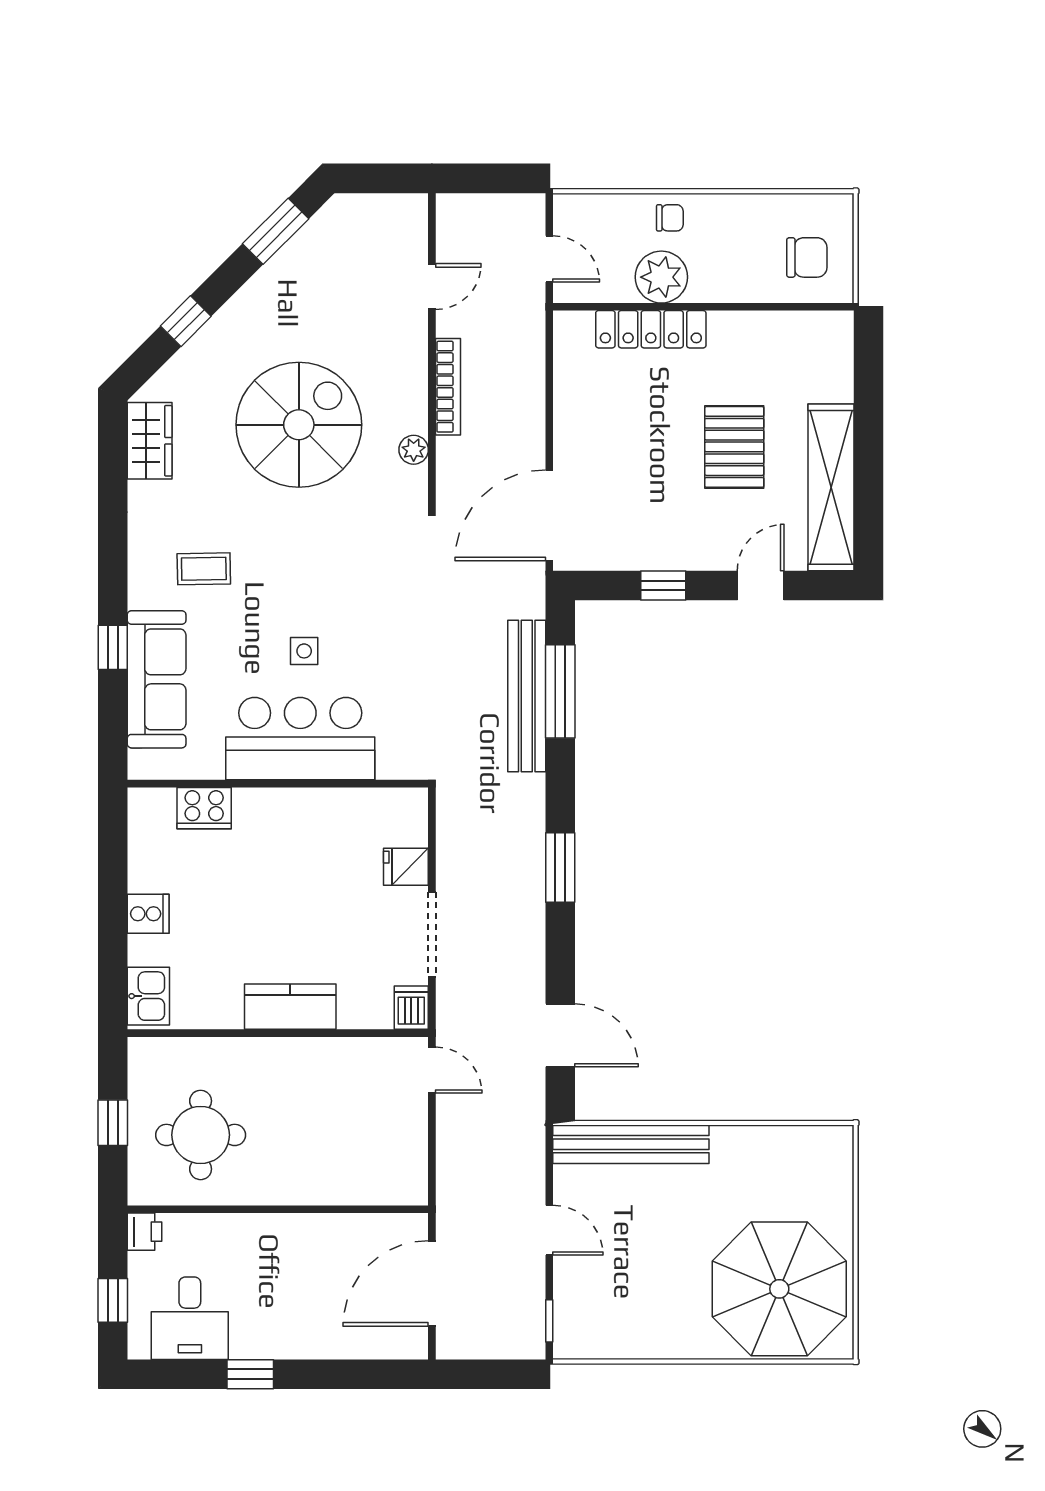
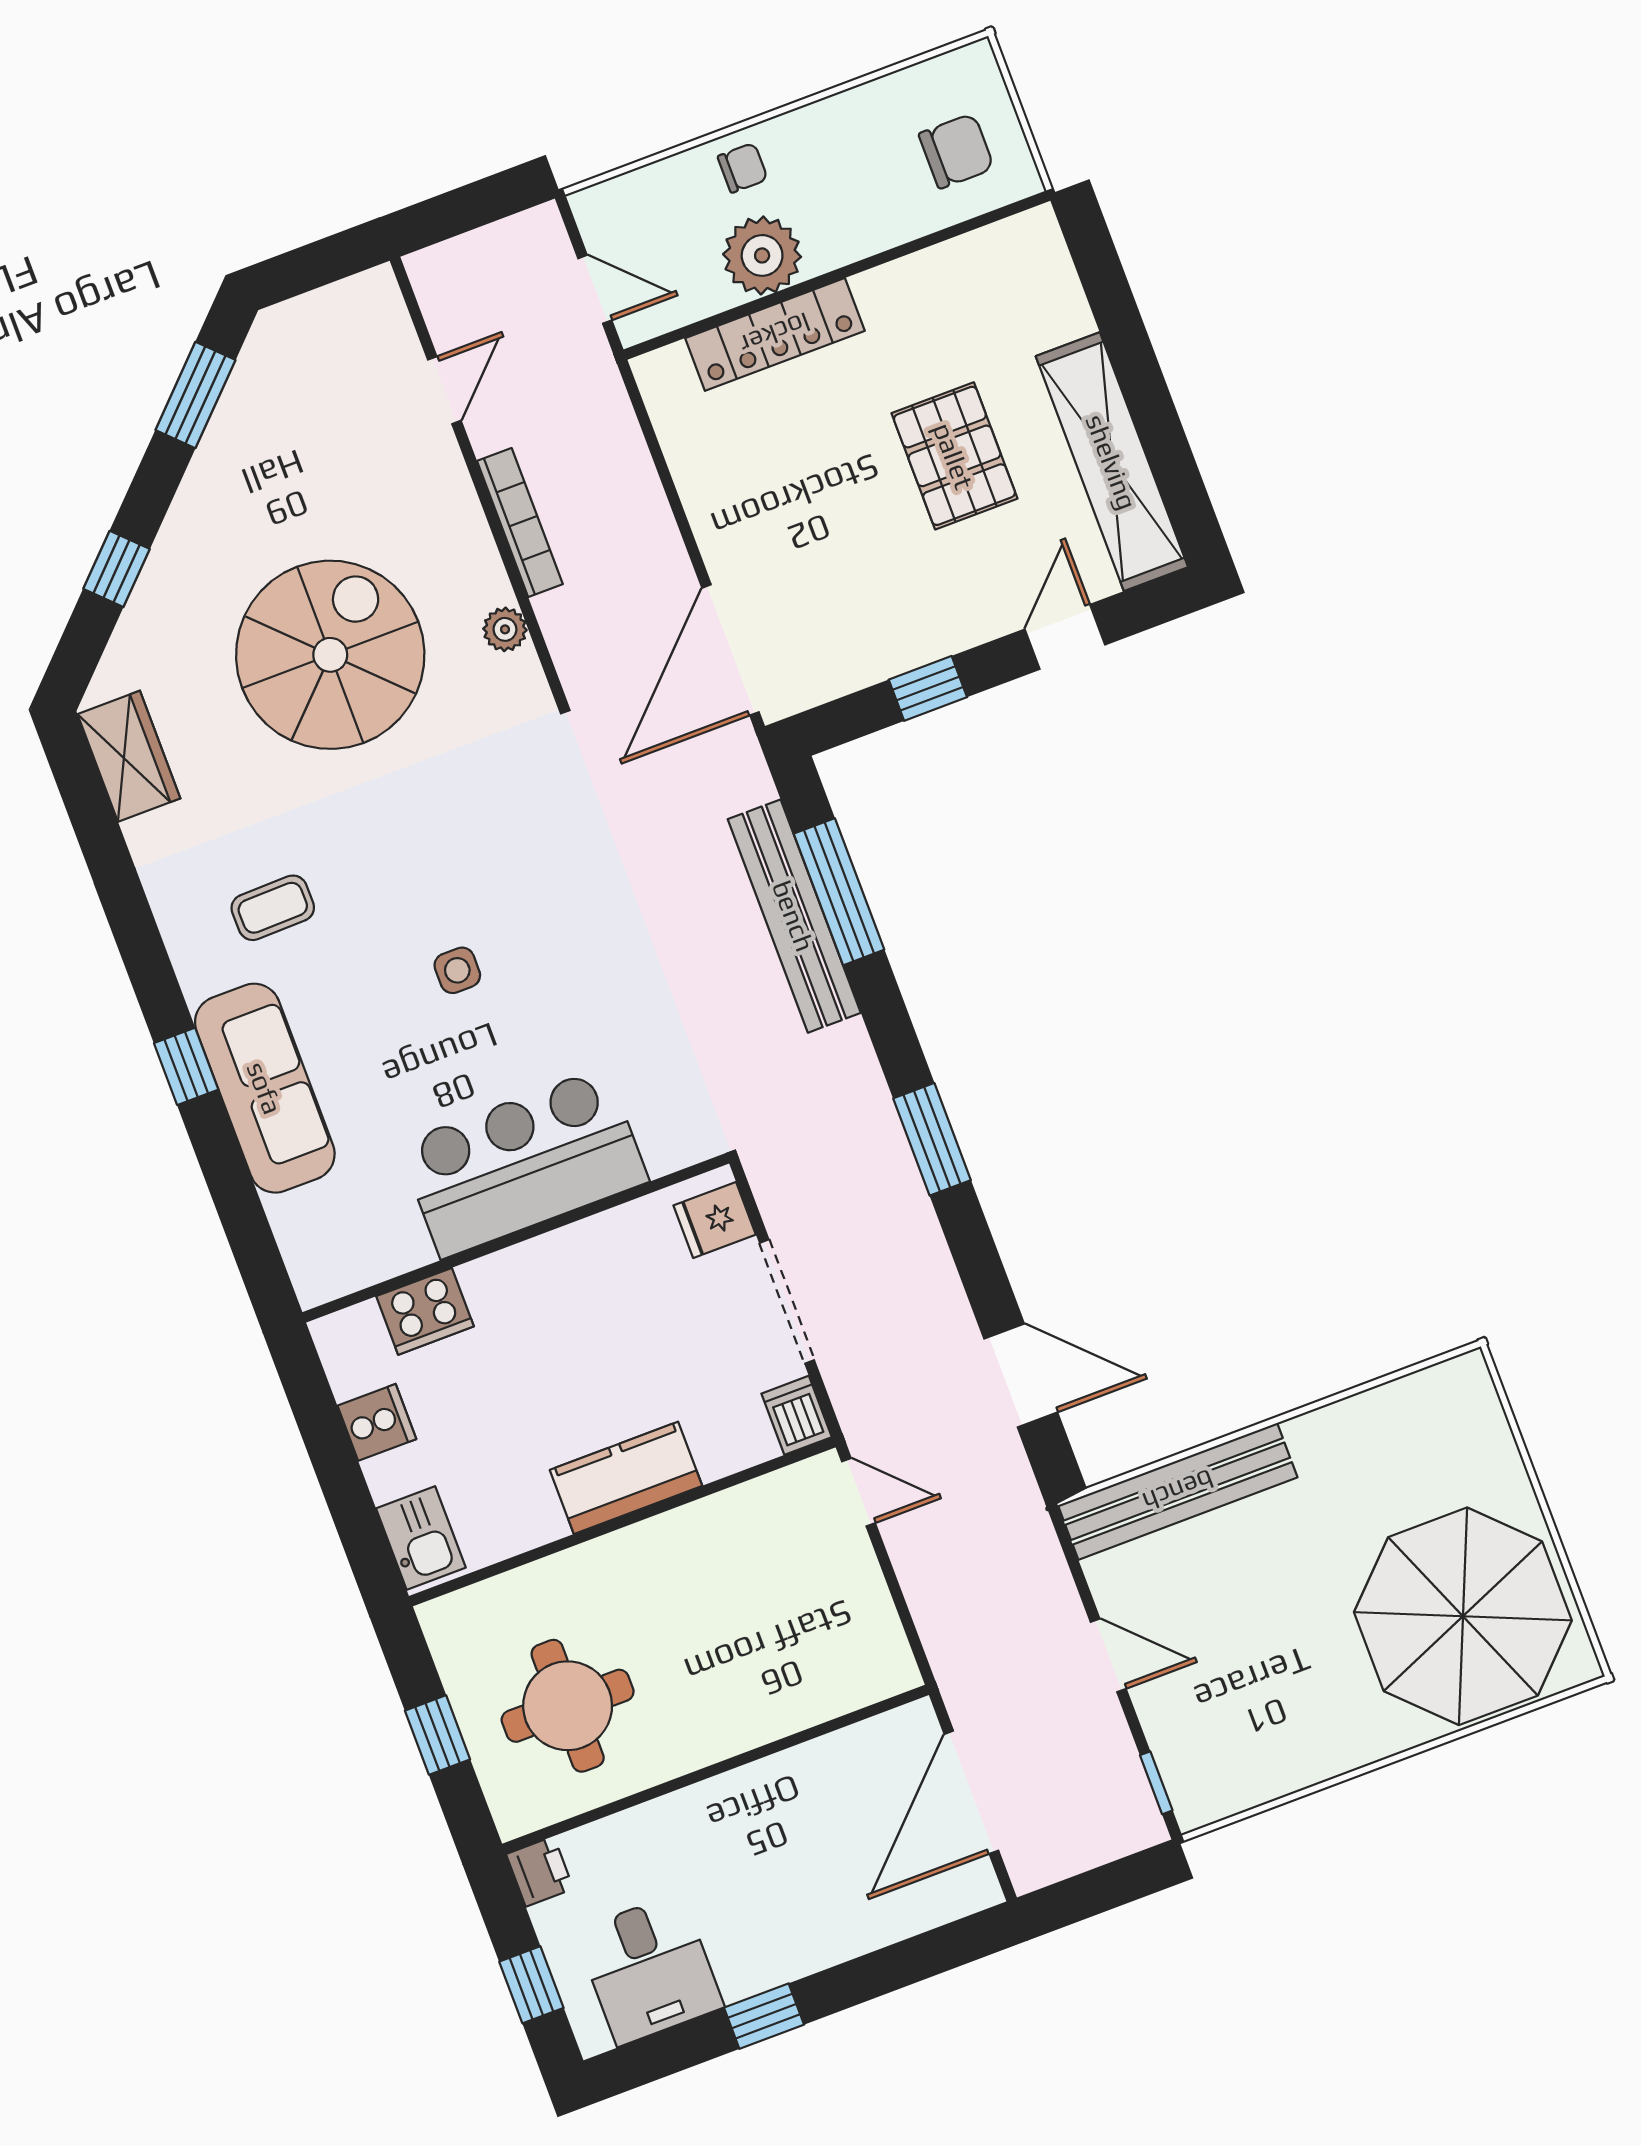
bar counter: (300, 739) -> (523, 1163), moved
wall: (278, 784) -> (516, 1238), moved
cooker: (204, 808) -> (425, 1311), moved

